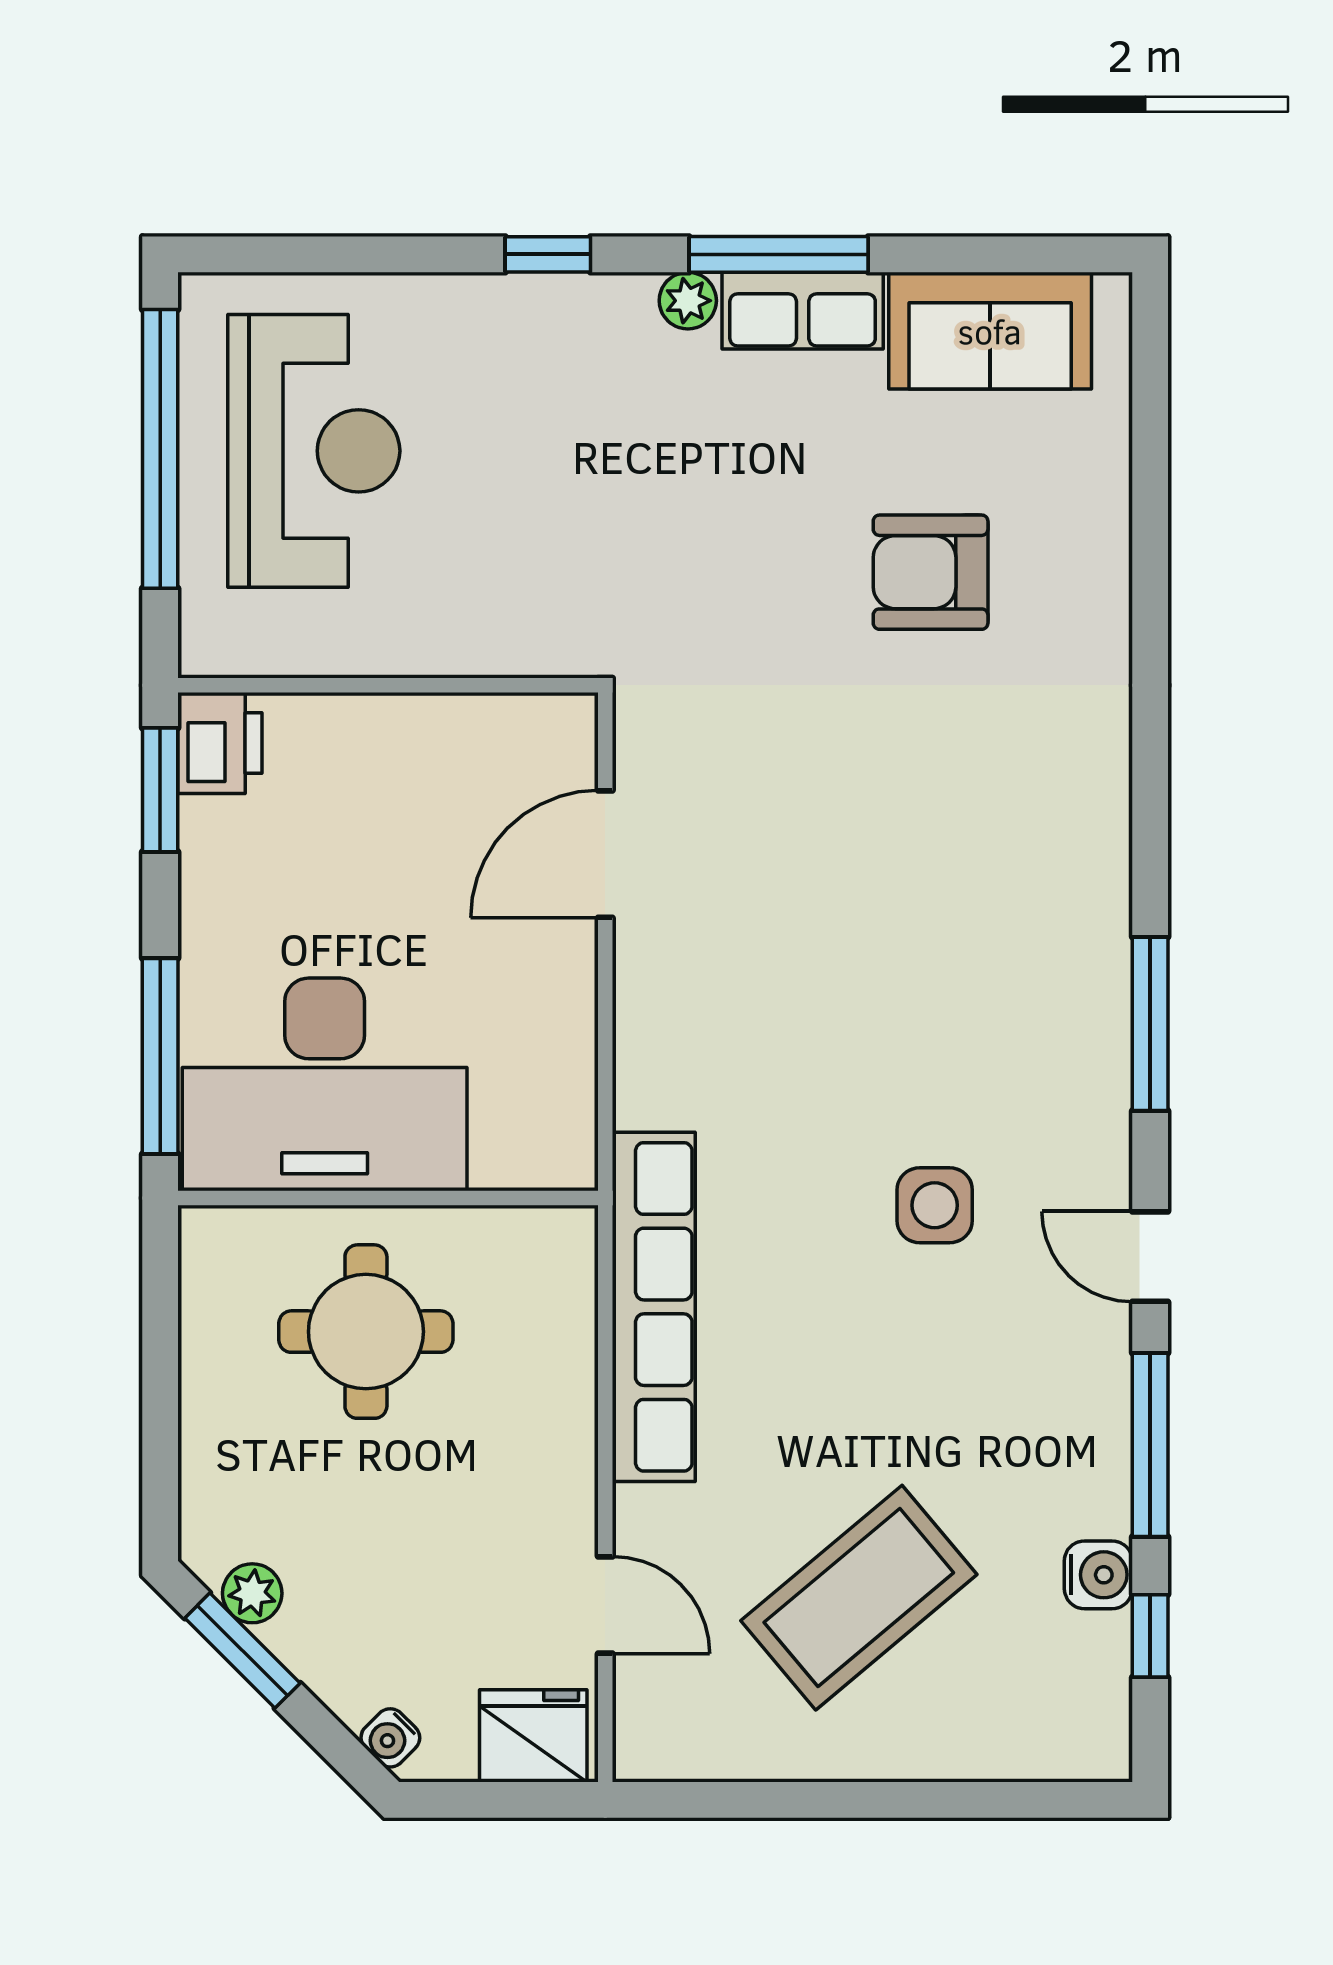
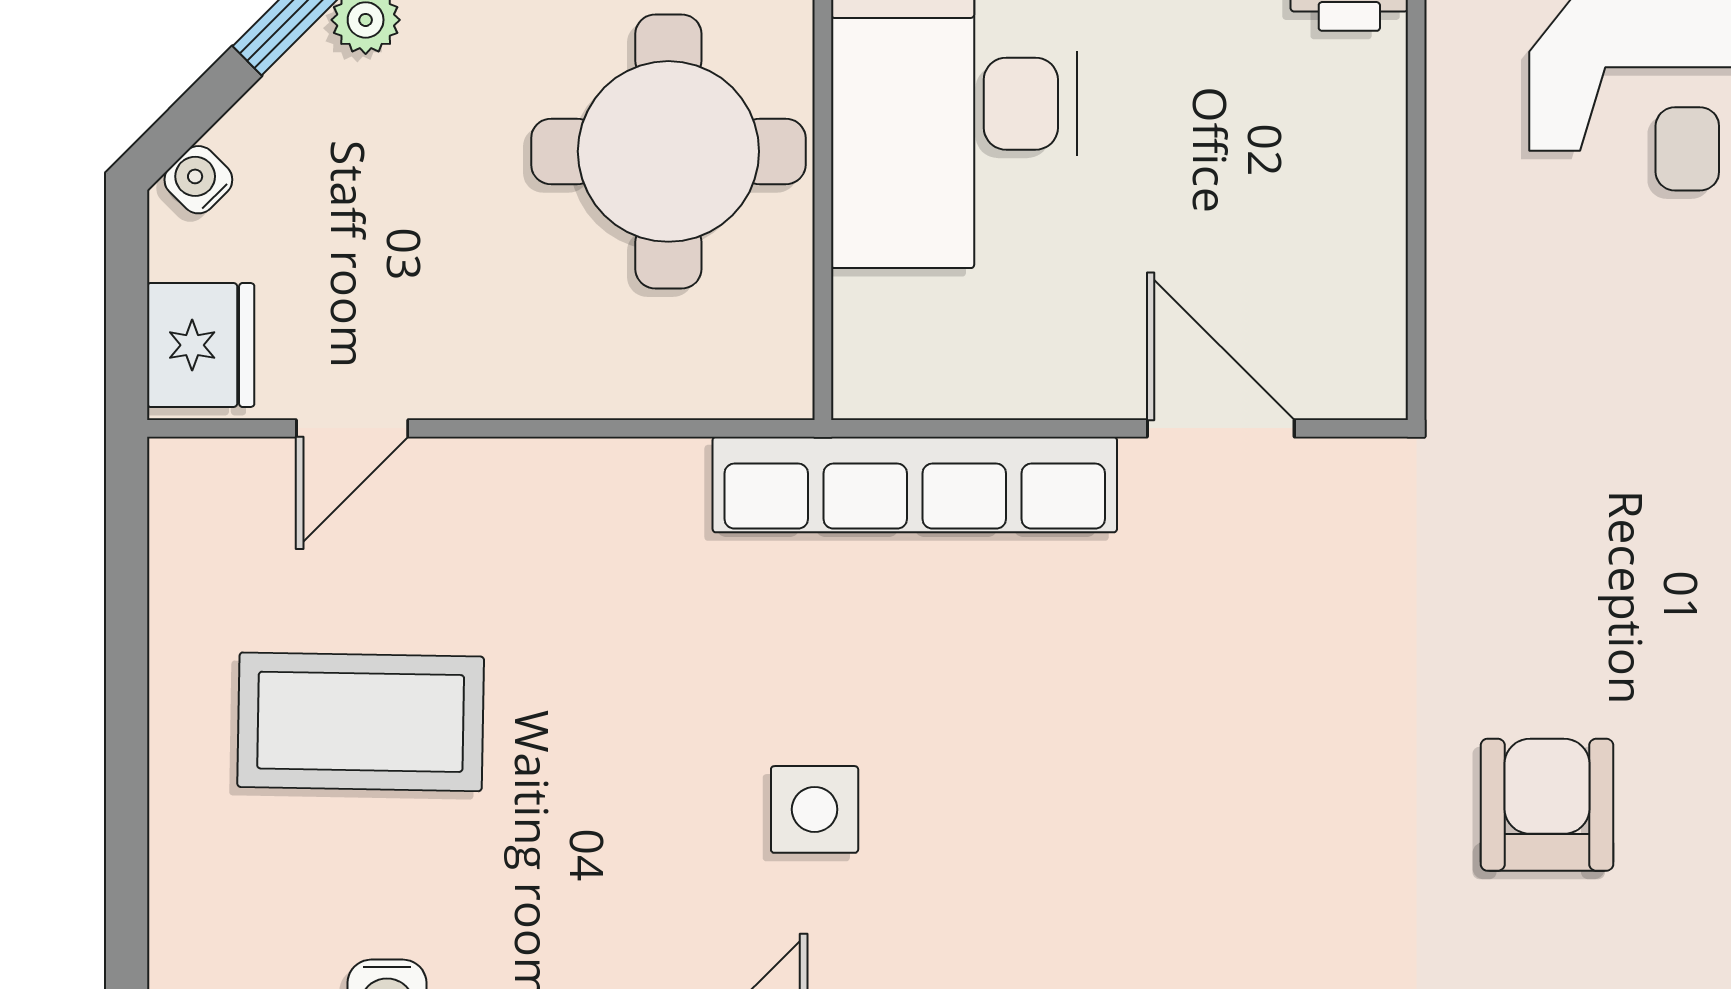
row of seats: (654, 1307) -> (915, 485), moved
round table: (366, 1332) -> (668, 151), width x1.36, depth x1.36
coffee table: (859, 1598) -> (361, 722), turned -49

